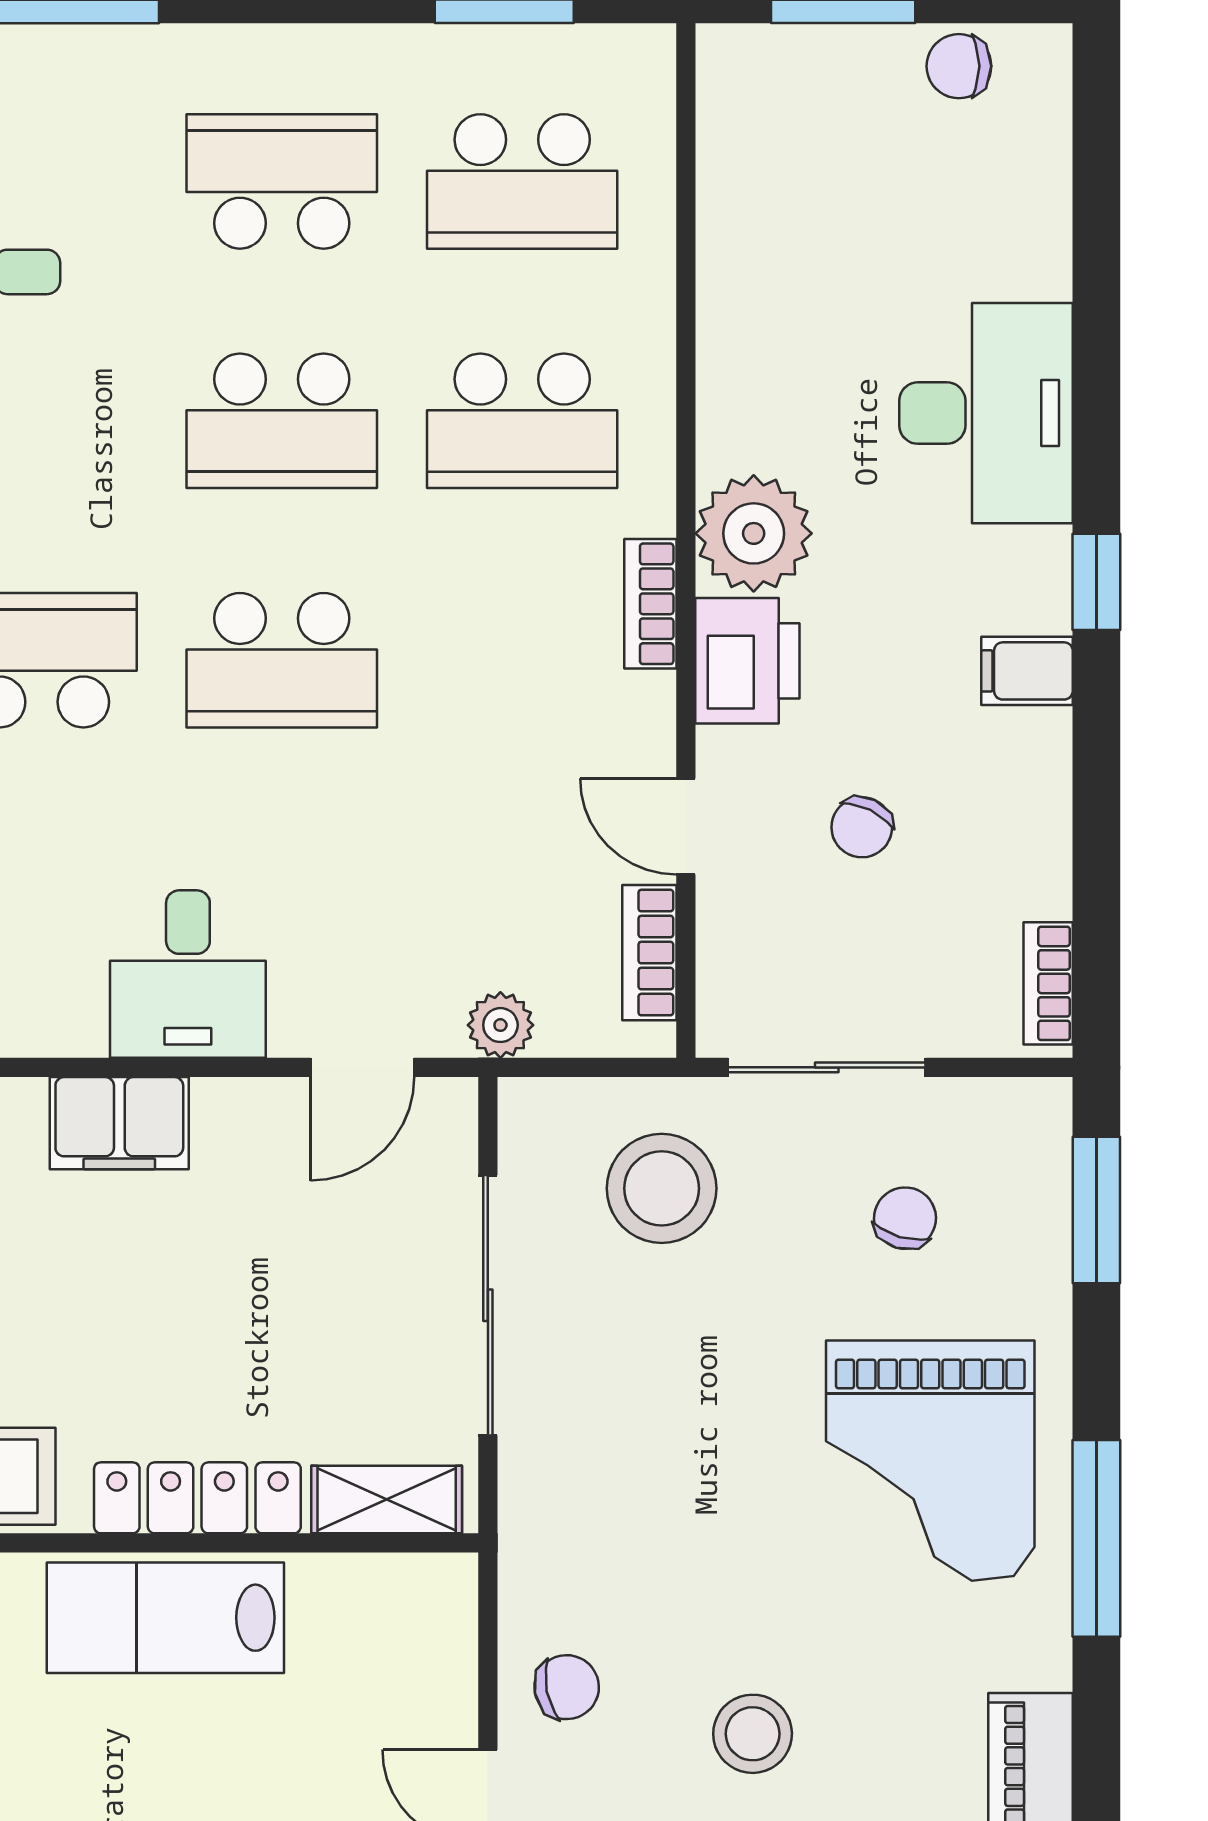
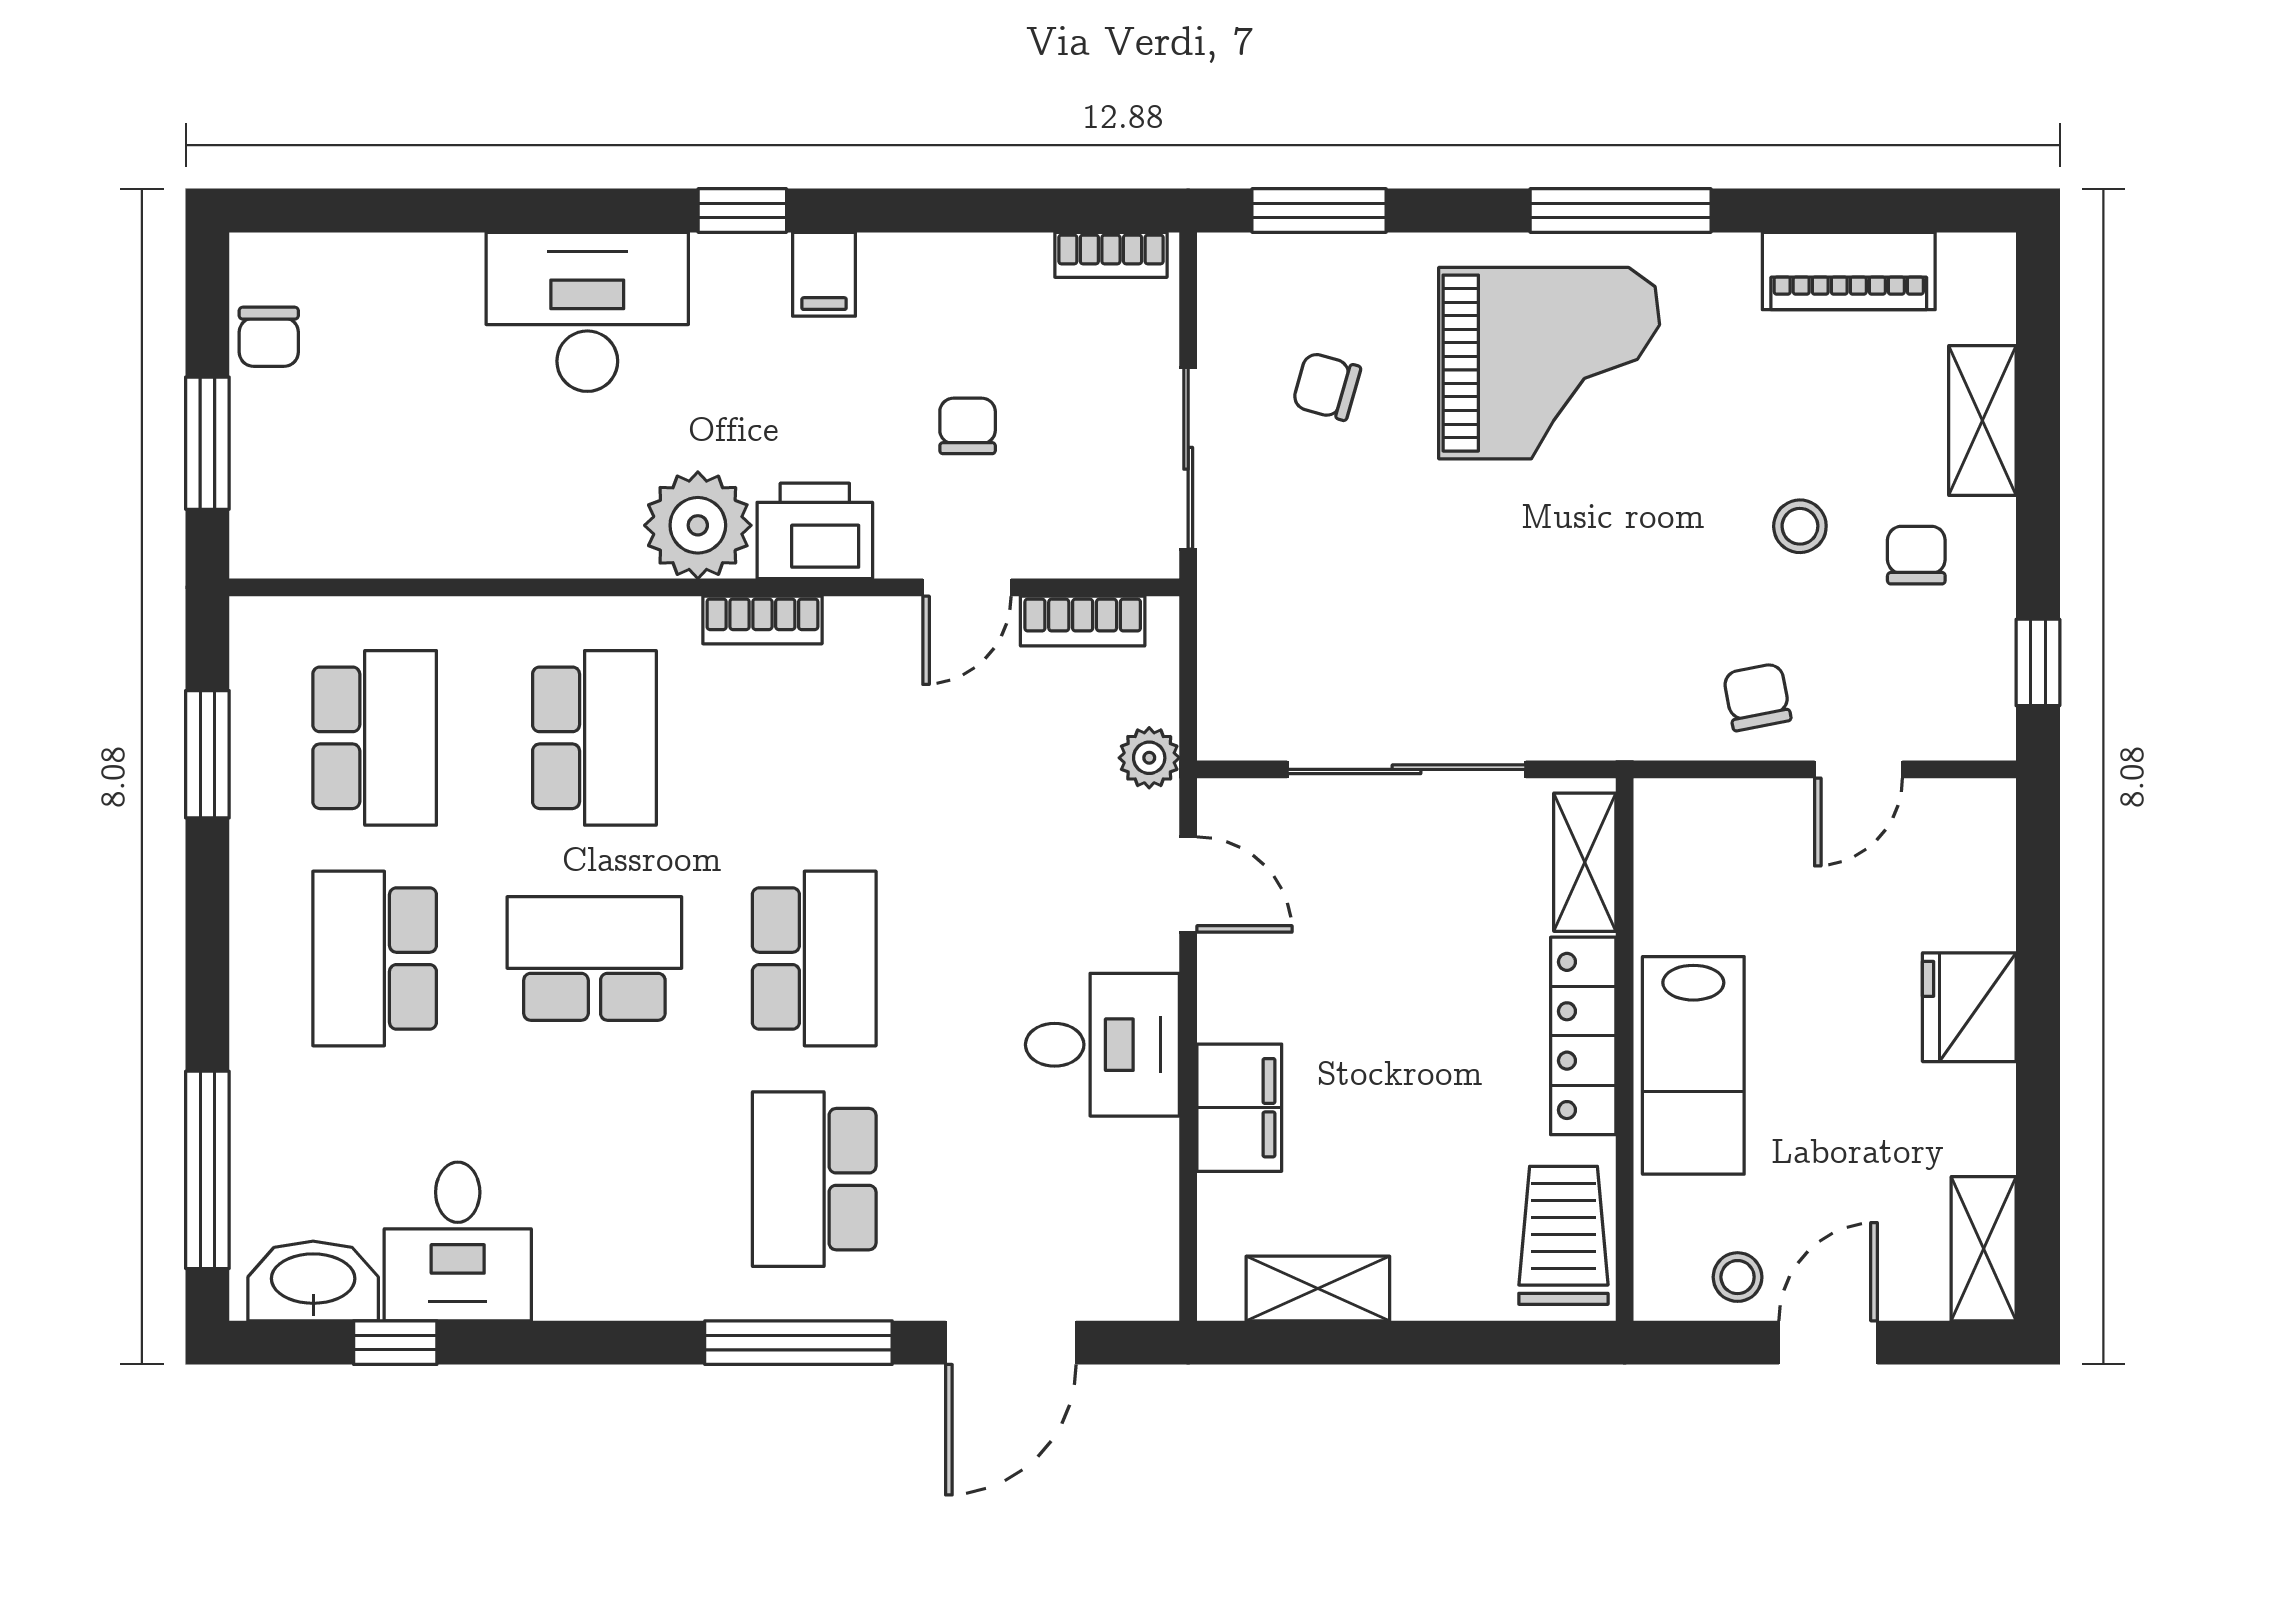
school desk: (282, 421) -> (594, 958), turned -90
chair: (862, 827) -> (968, 426), turned -116
stool: (662, 1188) -> (1299, 610), removed
stool: (753, 1734) -> (1800, 526), width x0.73, depth x0.73

